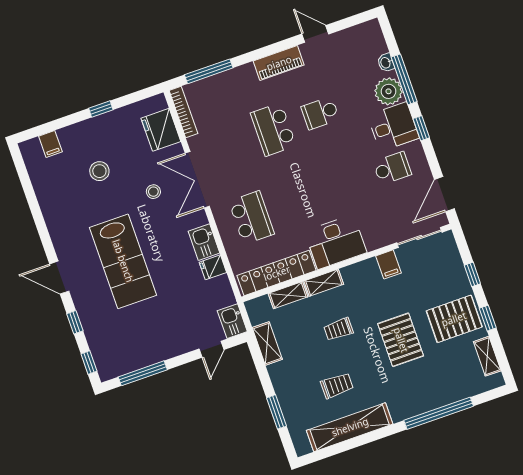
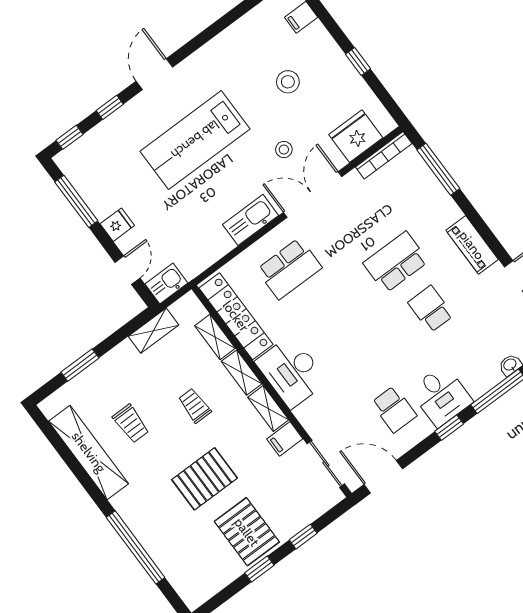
plant: (388, 91) -> (479, 378), removed
kitchen sink: (204, 242) -> (251, 220), width x1.38
fridge: (213, 267) -> (117, 225), moved, turned 90
door: (212, 349) -> (128, 270), swing flipped
shelving: (487, 356) -> (268, 408), moved, turned 90

